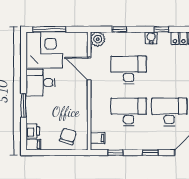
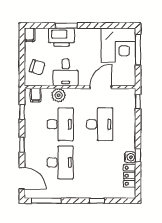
window: (120, 29) -> (138, 102), moved
water cooler: (151, 38) -> (130, 157), moved
plant: (98, 39) -> (59, 95), moved
desk: (41, 83) -> (66, 72), moved, turned 180
printer: (33, 131) -> (61, 37), moved, width x1.87, depth x1.48

